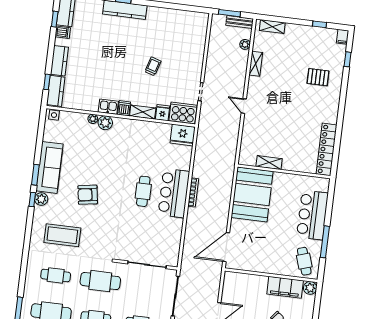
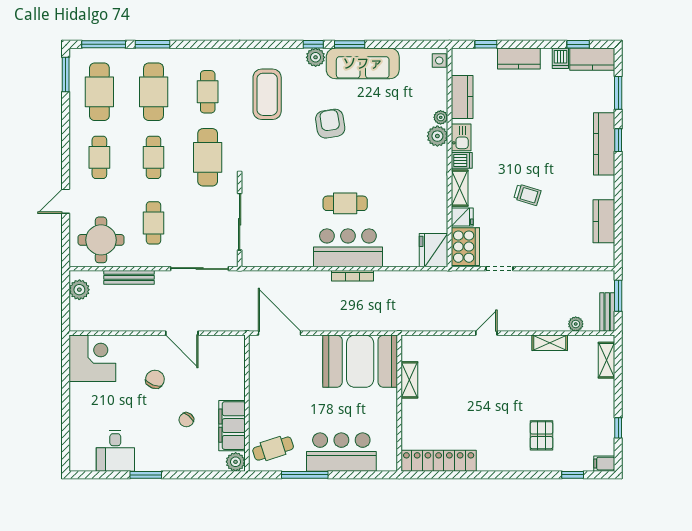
kitchen counter: (177, 17) -> (604, 221), added
kitchen counter: (56, 91) -> (462, 97), moved, turned -90

